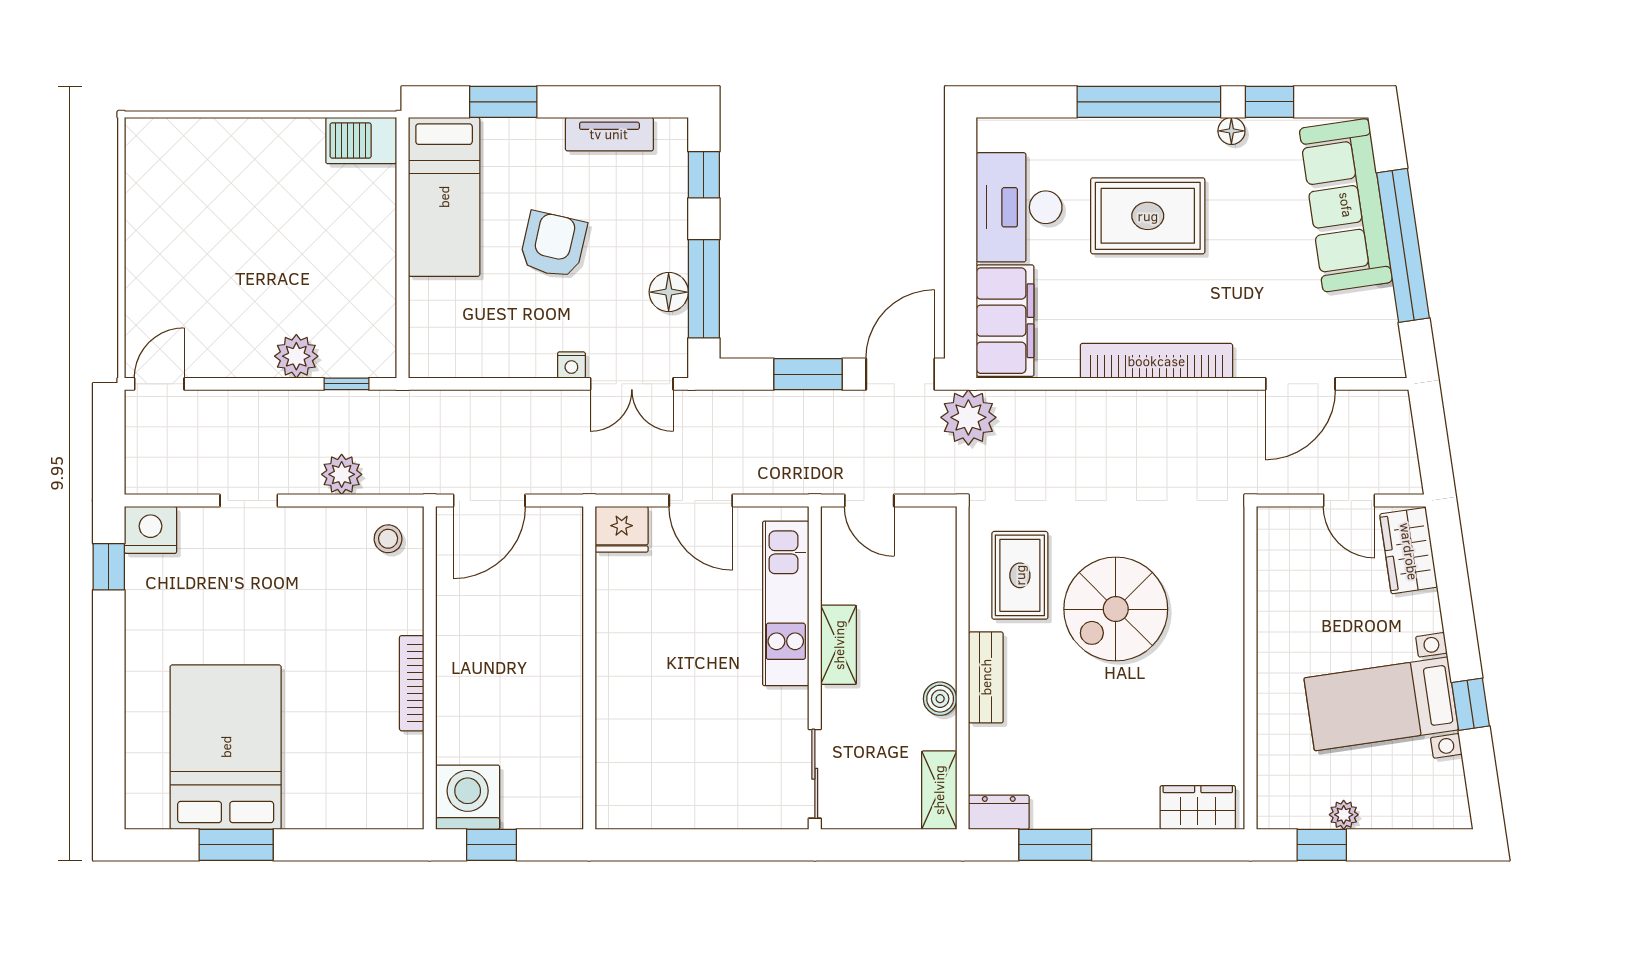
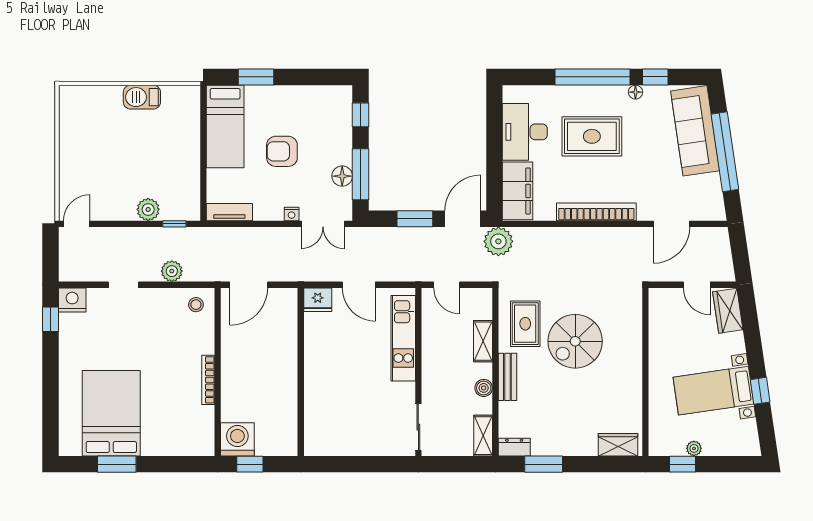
tv unit: (609, 134) -> (229, 212), moved, turned 180
barbecue: (361, 141) -> (142, 97), moved
armchair: (553, 245) -> (282, 151), turned -103
shelving: (839, 645) -> (483, 341), moved

